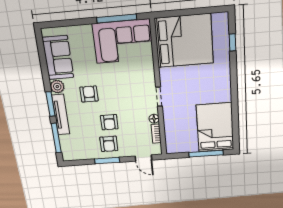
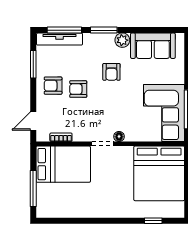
armchair: (89, 94) -> (111, 72), turned 90
tv unit: (61, 115) -> (59, 39), moved
floor lamp: (154, 119) -> (119, 136), moved
bed: (215, 127) -> (63, 164), moved
window: (107, 161) -> (33, 64), moved

